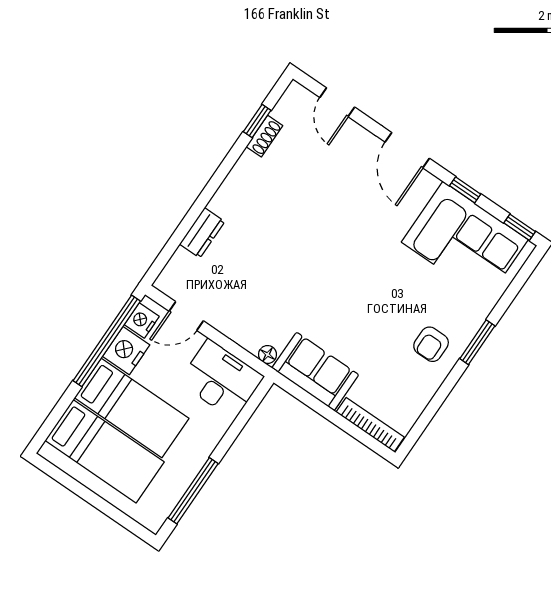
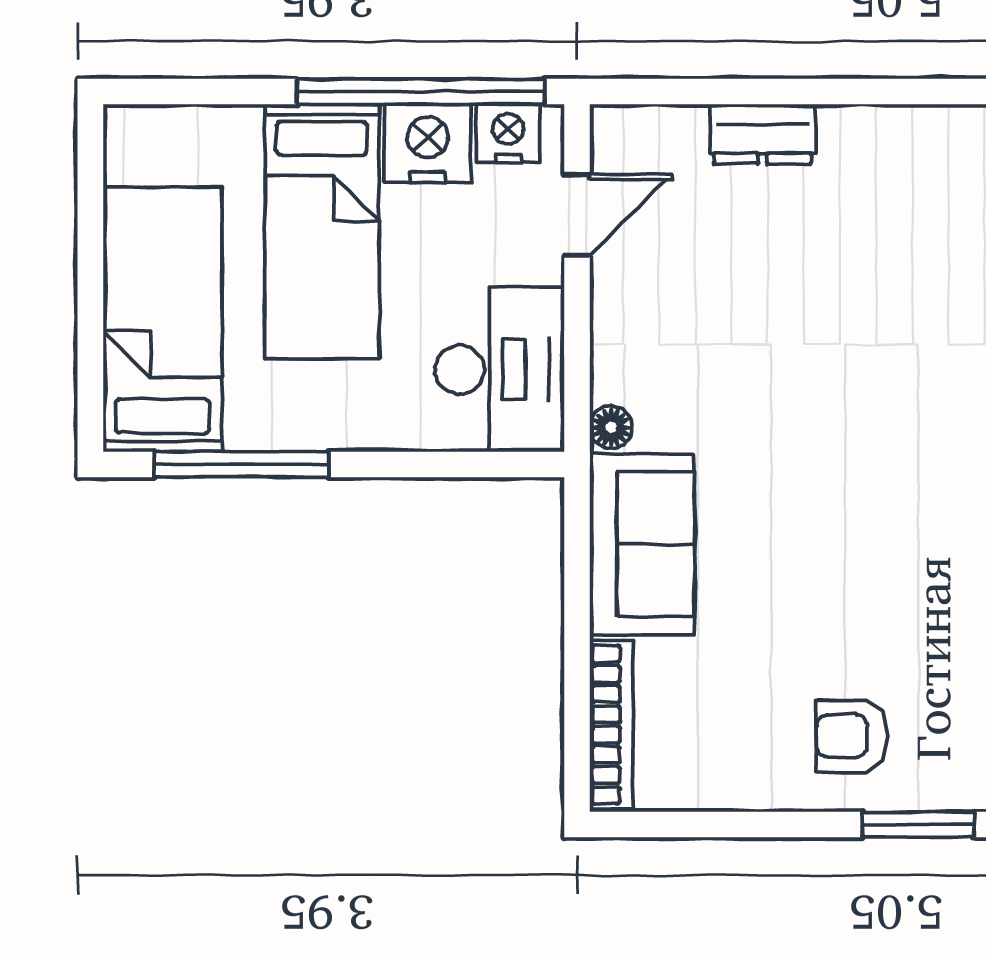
door: (186, 316) -> (577, 215), swing flipped
bed: (105, 451) -> (163, 319), moved, turned 180

